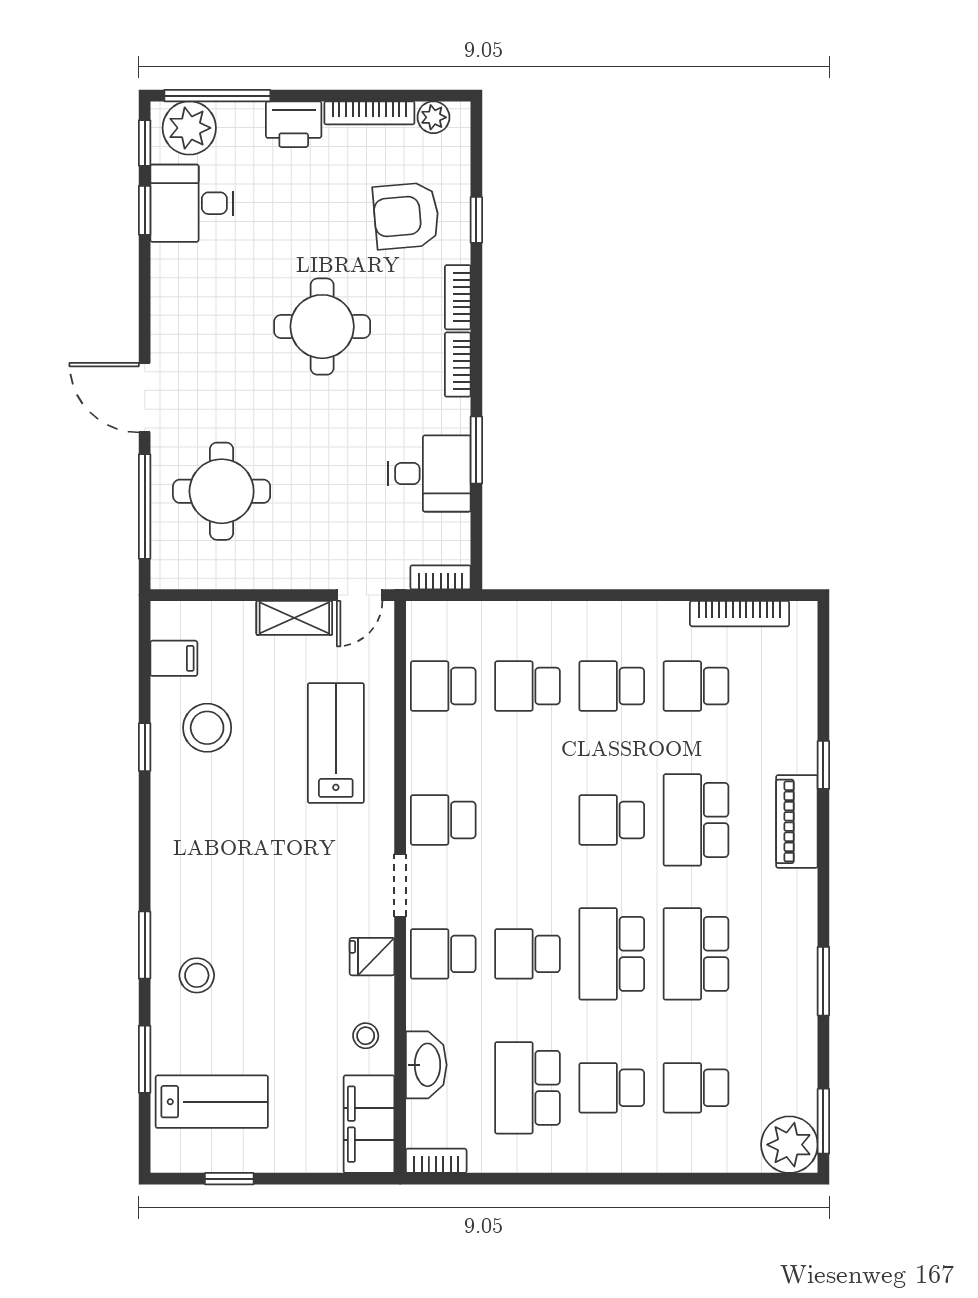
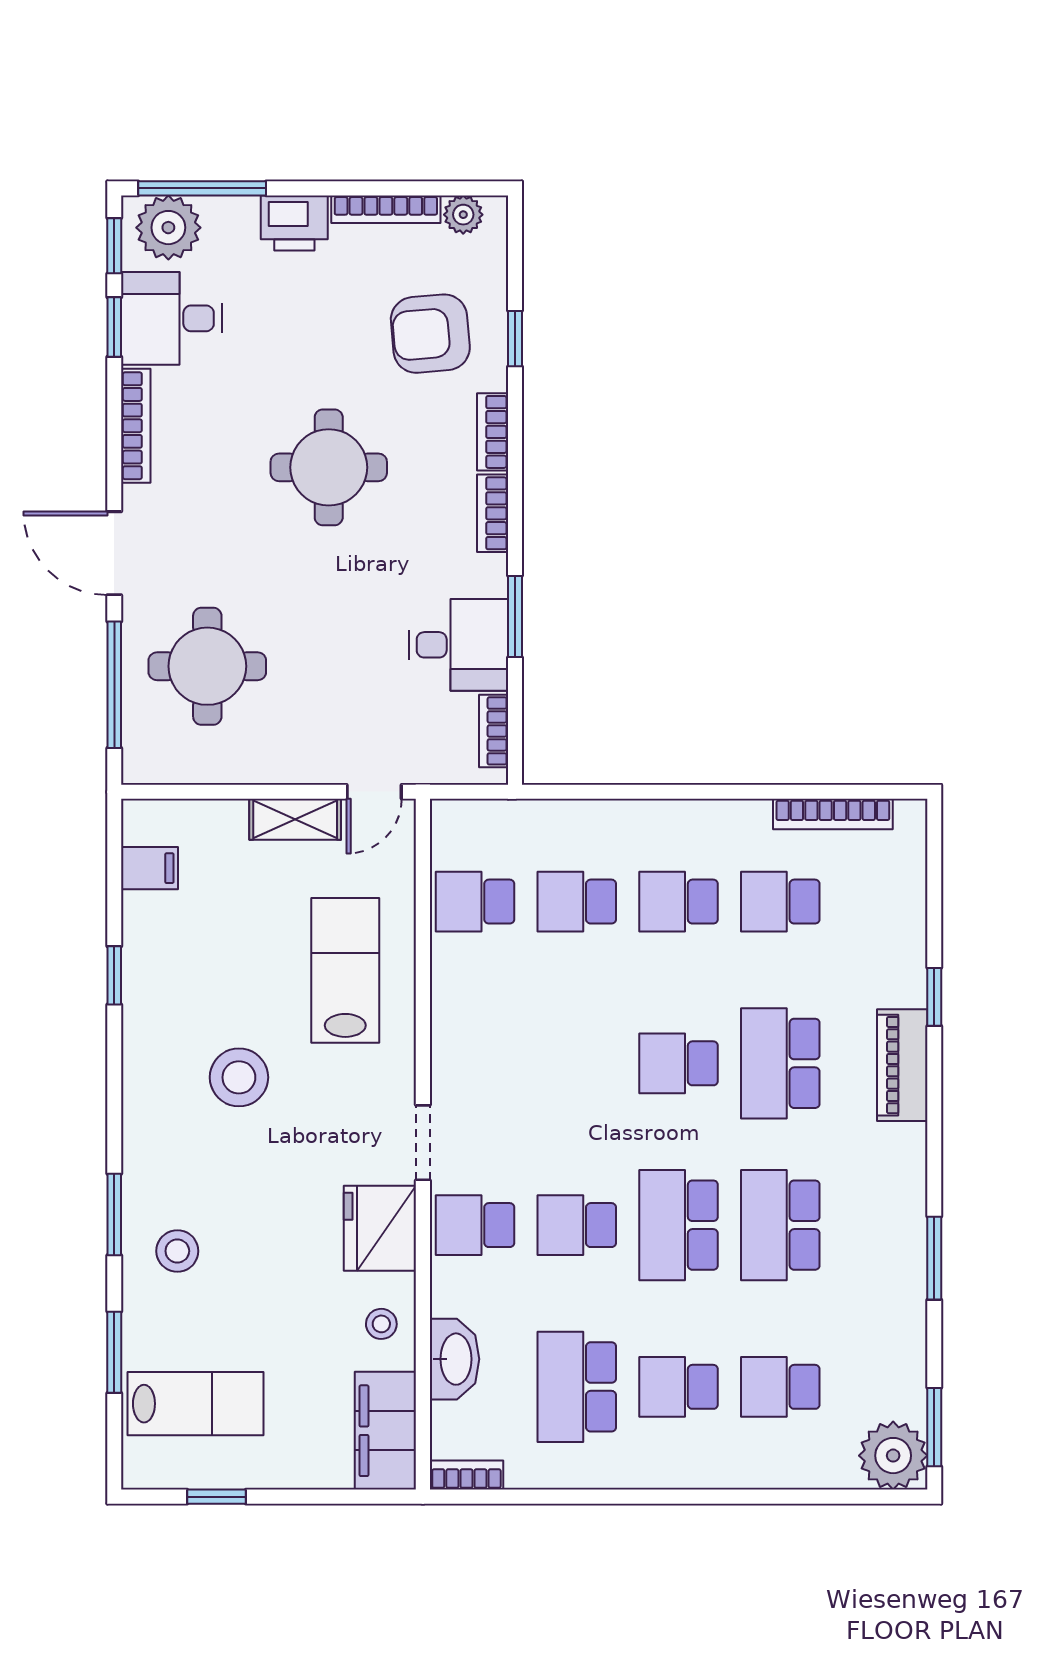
bookcase: (162, 292) -> (136, 426), added
bookcase: (441, 577) -> (494, 731), moved, turned -90
stool: (207, 728) -> (239, 1077), moved
school desk: (443, 820) -> (475, 1063), removed
fridge: (372, 957) -> (380, 1228), width x1.88, depth x1.34

